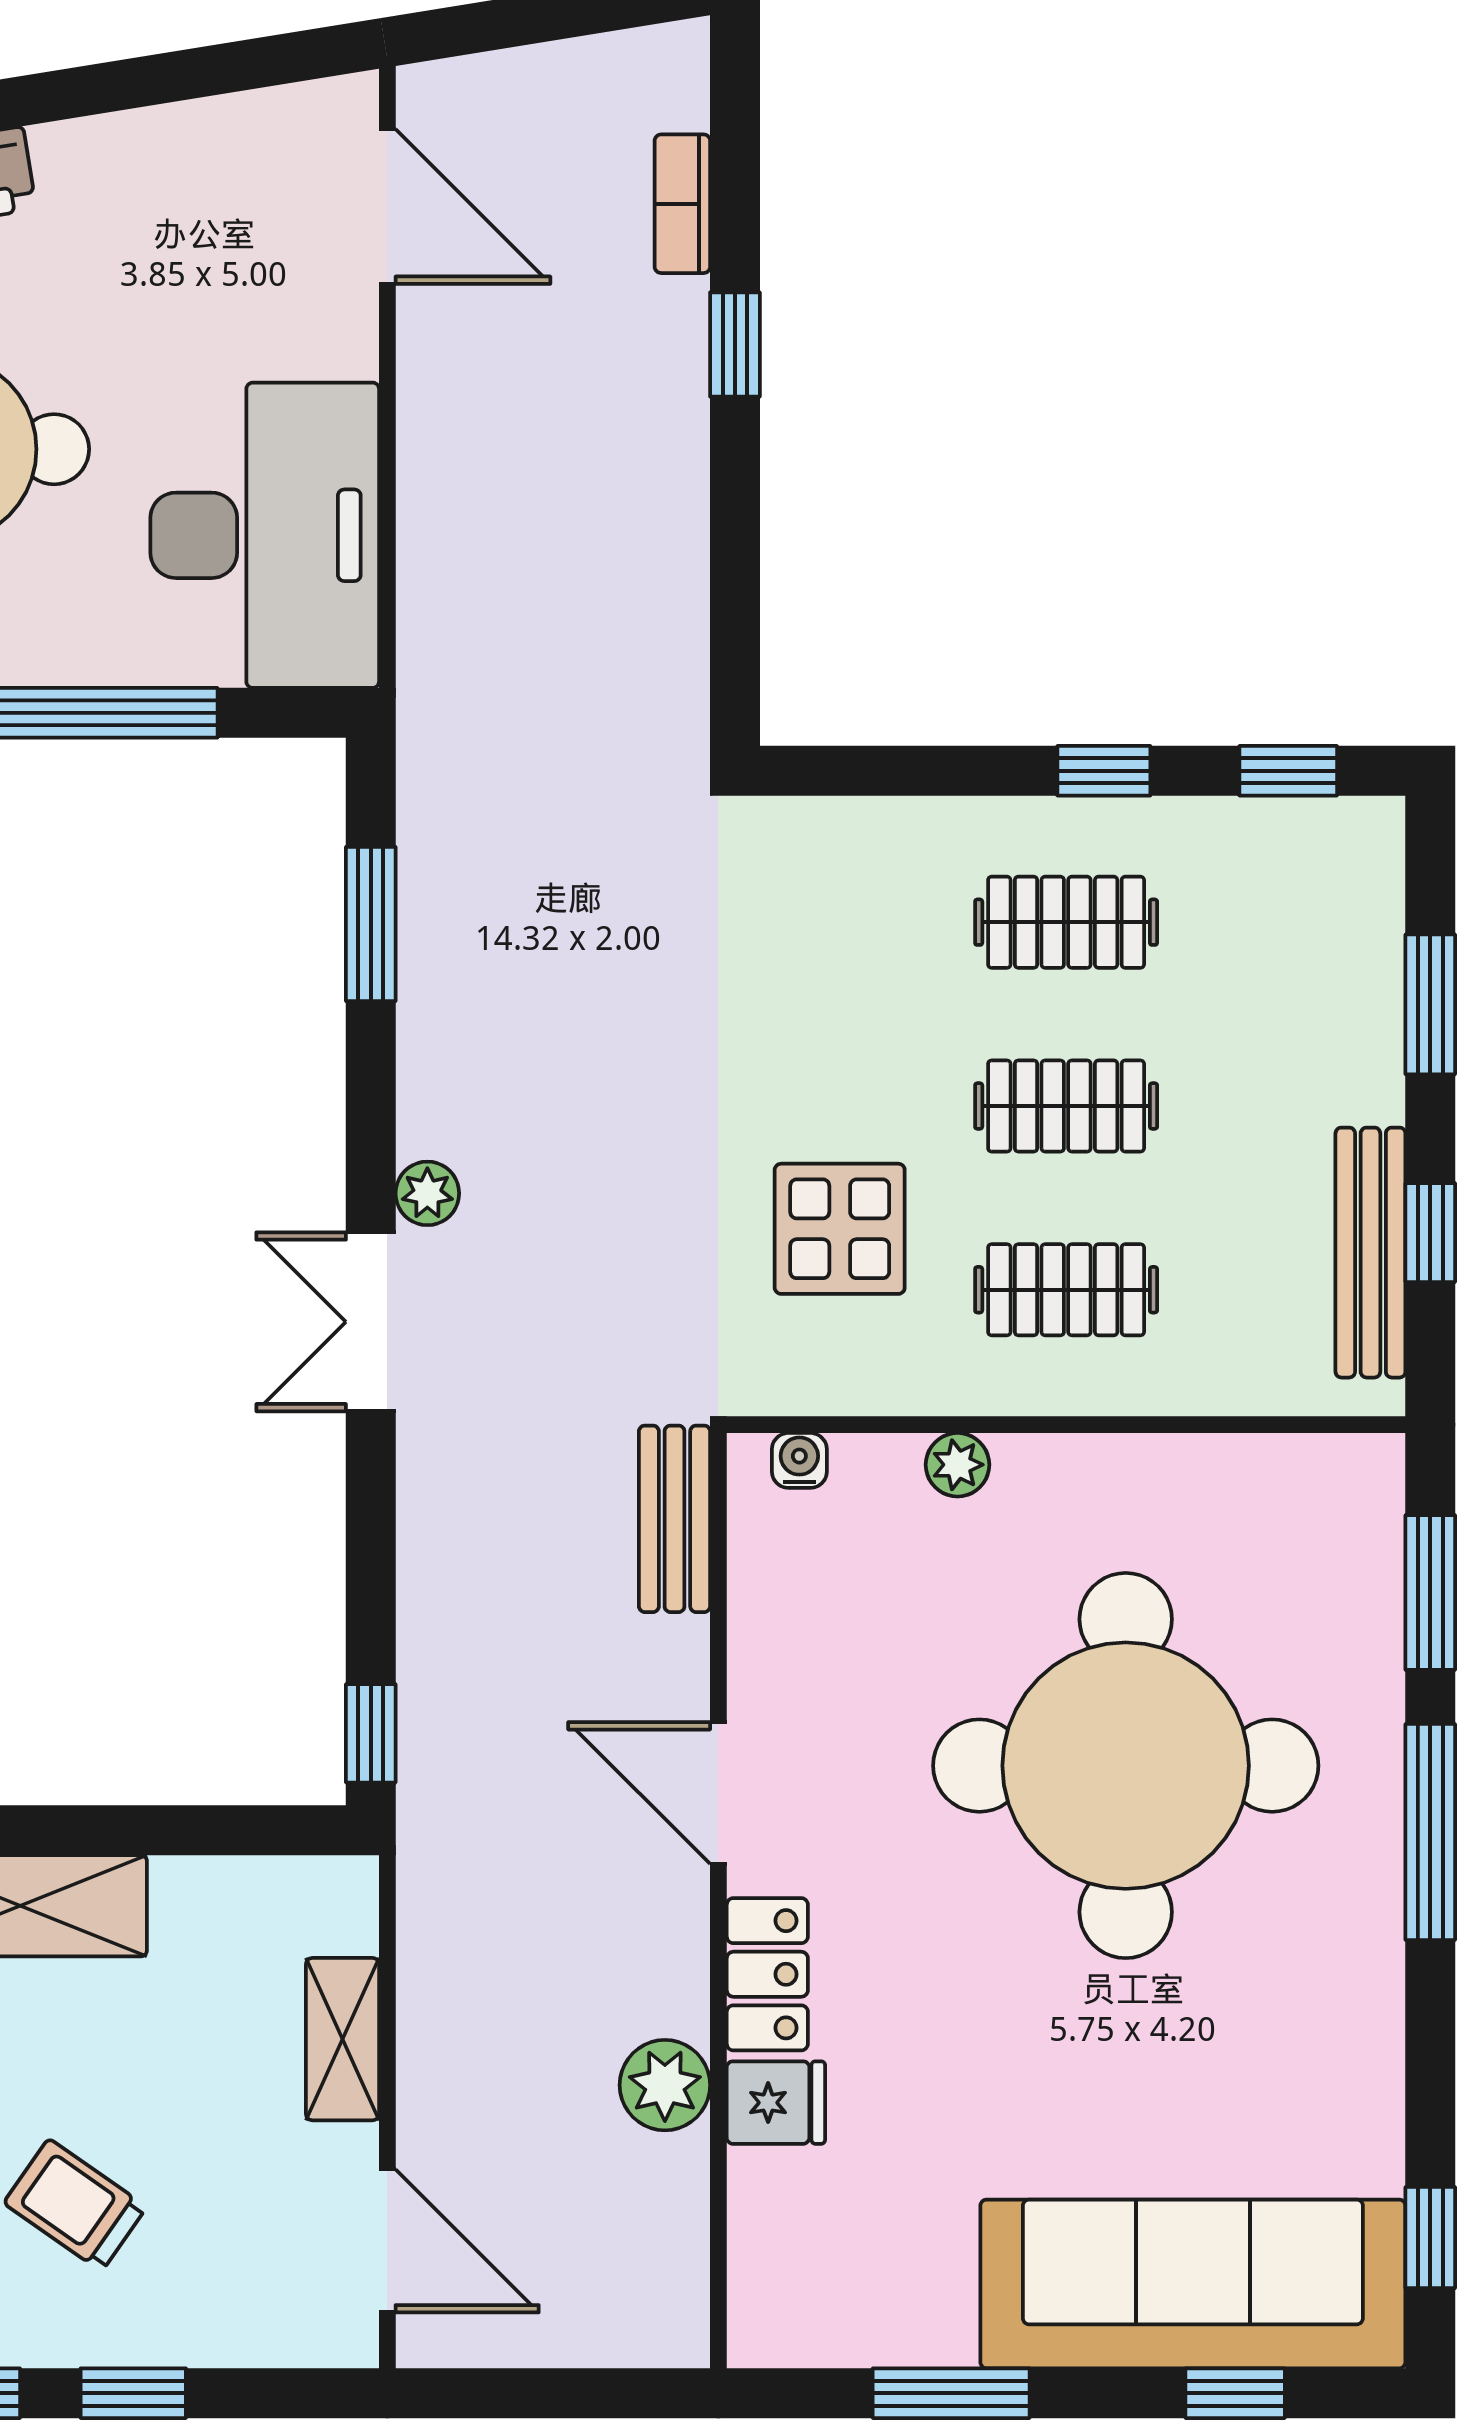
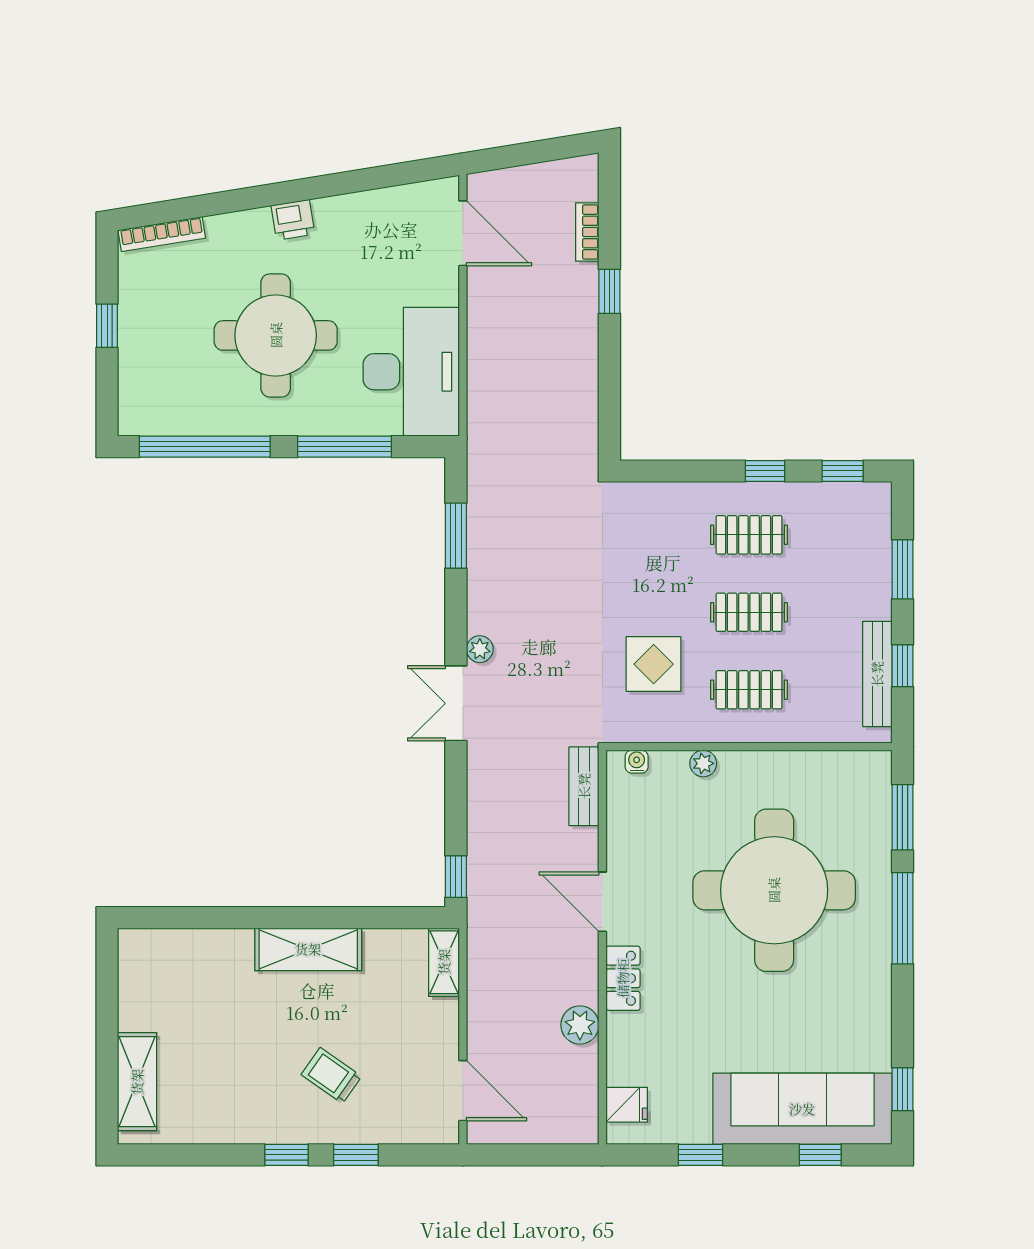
shelving: (342, 2039) -> (444, 962), moved
fridge: (776, 2103) -> (627, 1105), moved
window: (951, 2393) -> (701, 1155), width x0.67

